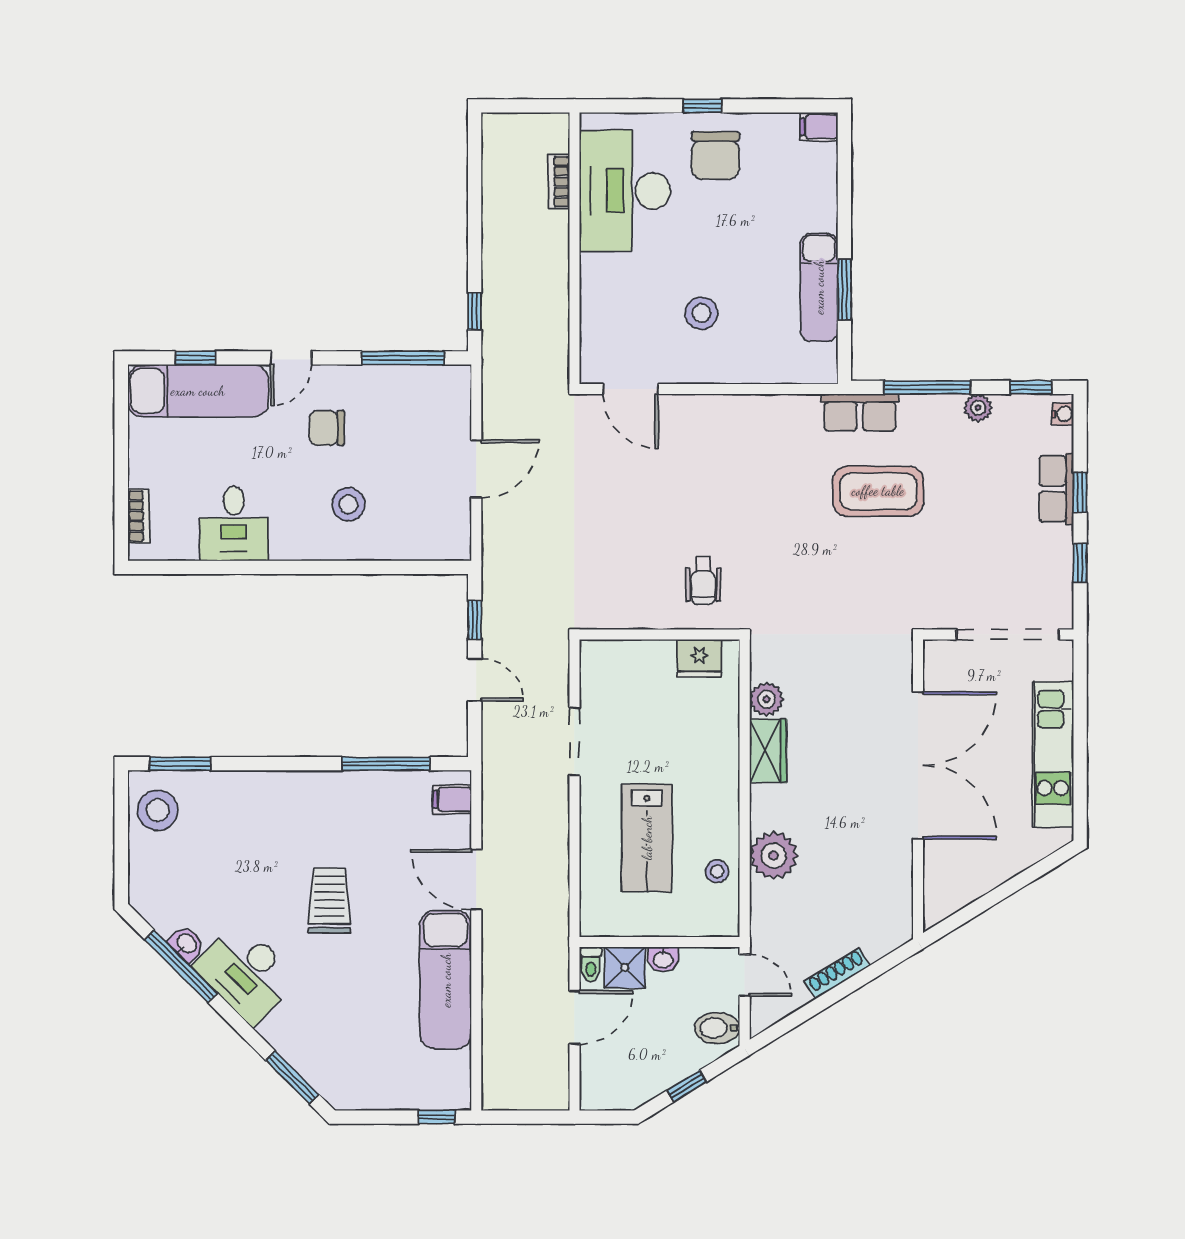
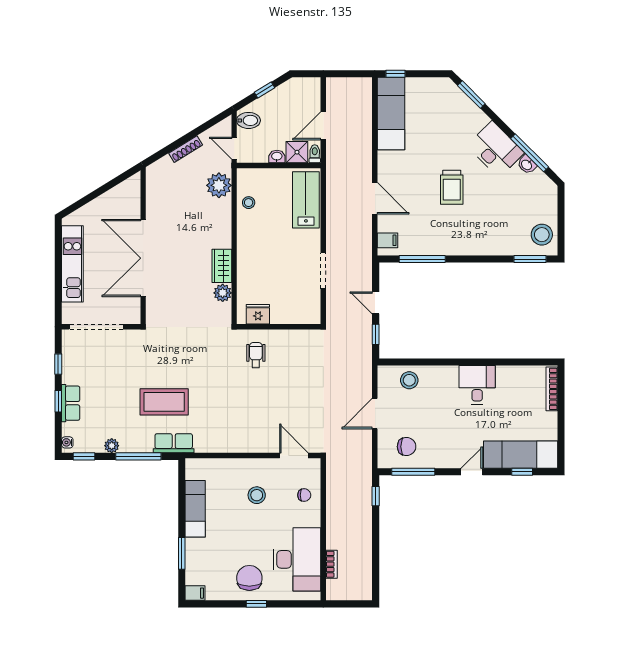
window: (844, 290) -> (182, 553), moved
chair: (611, 314) -> (304, 495), added
chair: (327, 428) -> (407, 447), moved
stool: (348, 504) -> (409, 380), moved
bookcase: (139, 516) -> (552, 389), width x1.56
desk: (234, 524) -> (477, 385), moved
lab bench: (647, 838) -> (306, 200), moved
plant: (774, 856) -> (219, 185), moved
exam couch: (446, 980) -> (391, 113), moved

